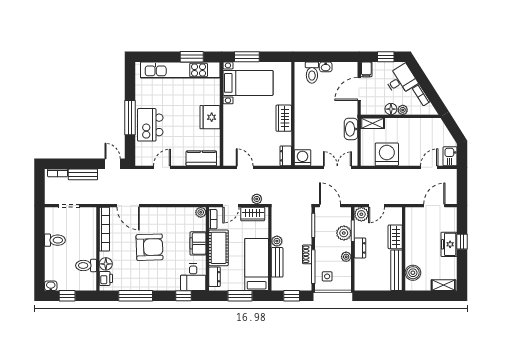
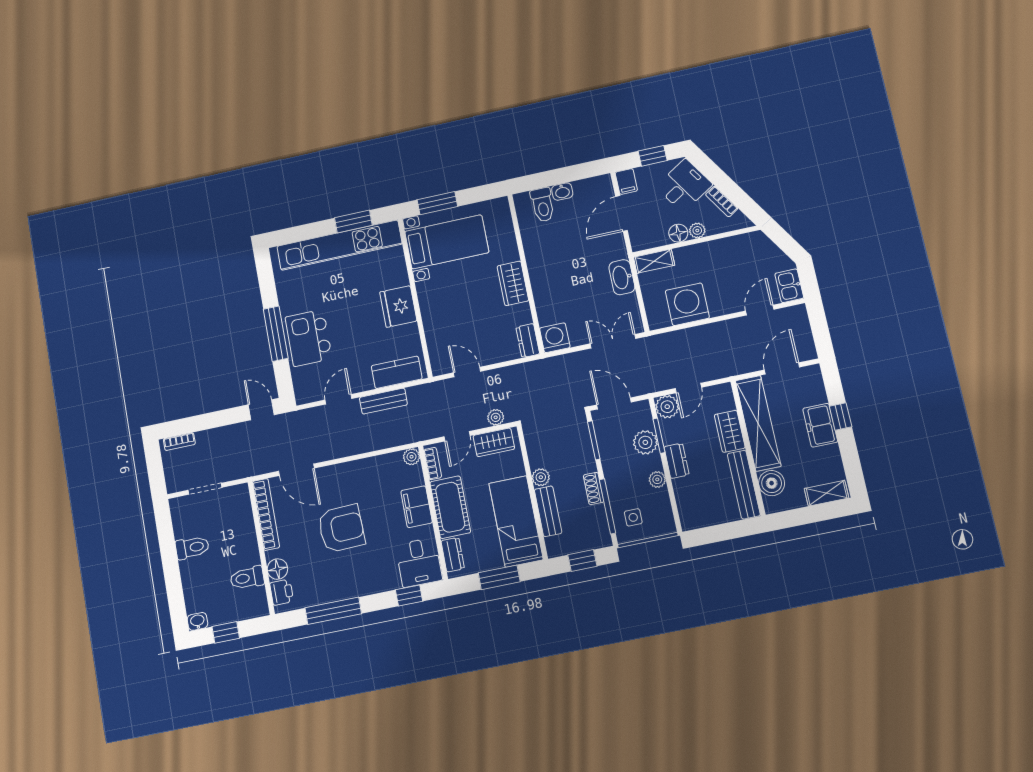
bench: (83, 174) -> (383, 401), moved
shelving: (413, 236) -> (758, 423), added

